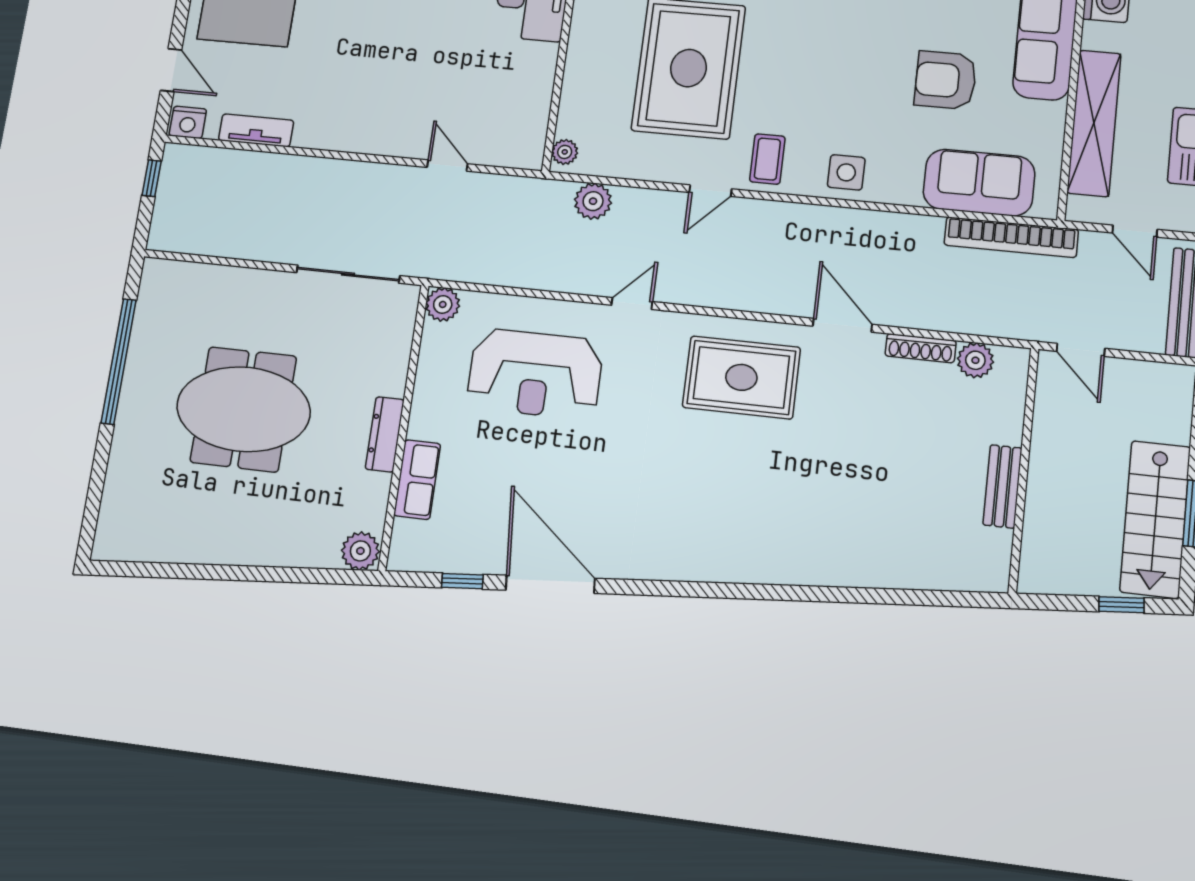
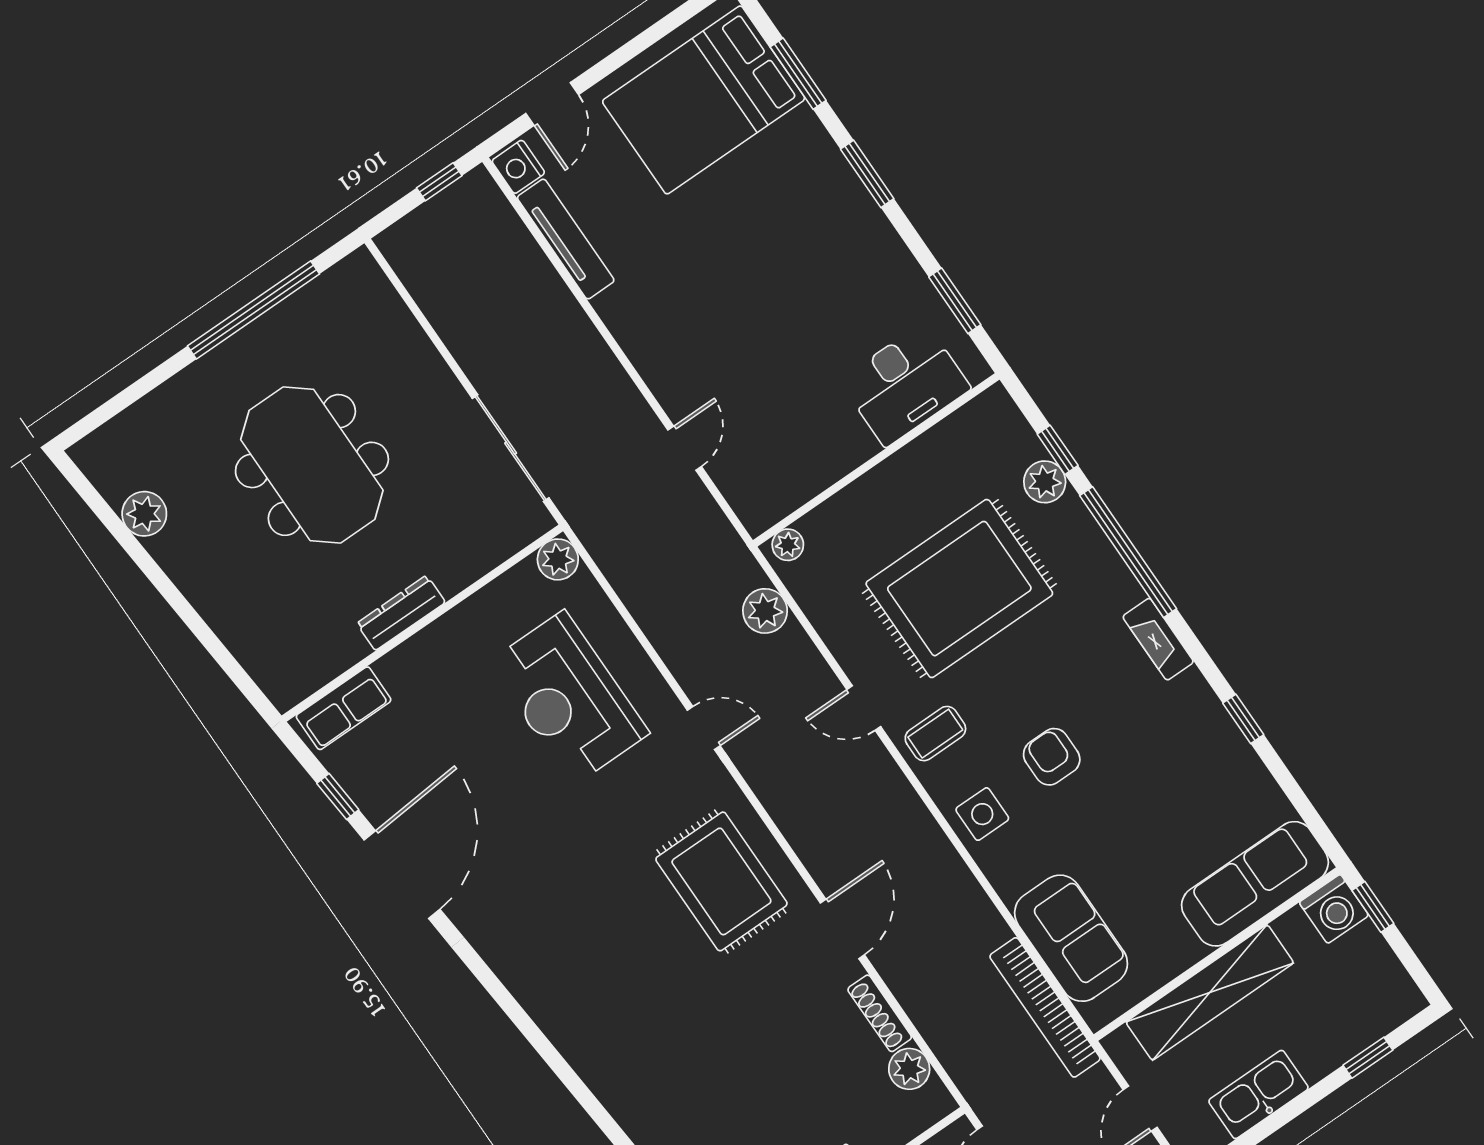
armchair: (945, 80) -> (1052, 757), moved, width x0.72, depth x0.72
tv unit: (256, 130) -> (566, 239), width x1.41
row of seats: (417, 480) -> (344, 708), moved
plant: (360, 551) -> (144, 514), moved

